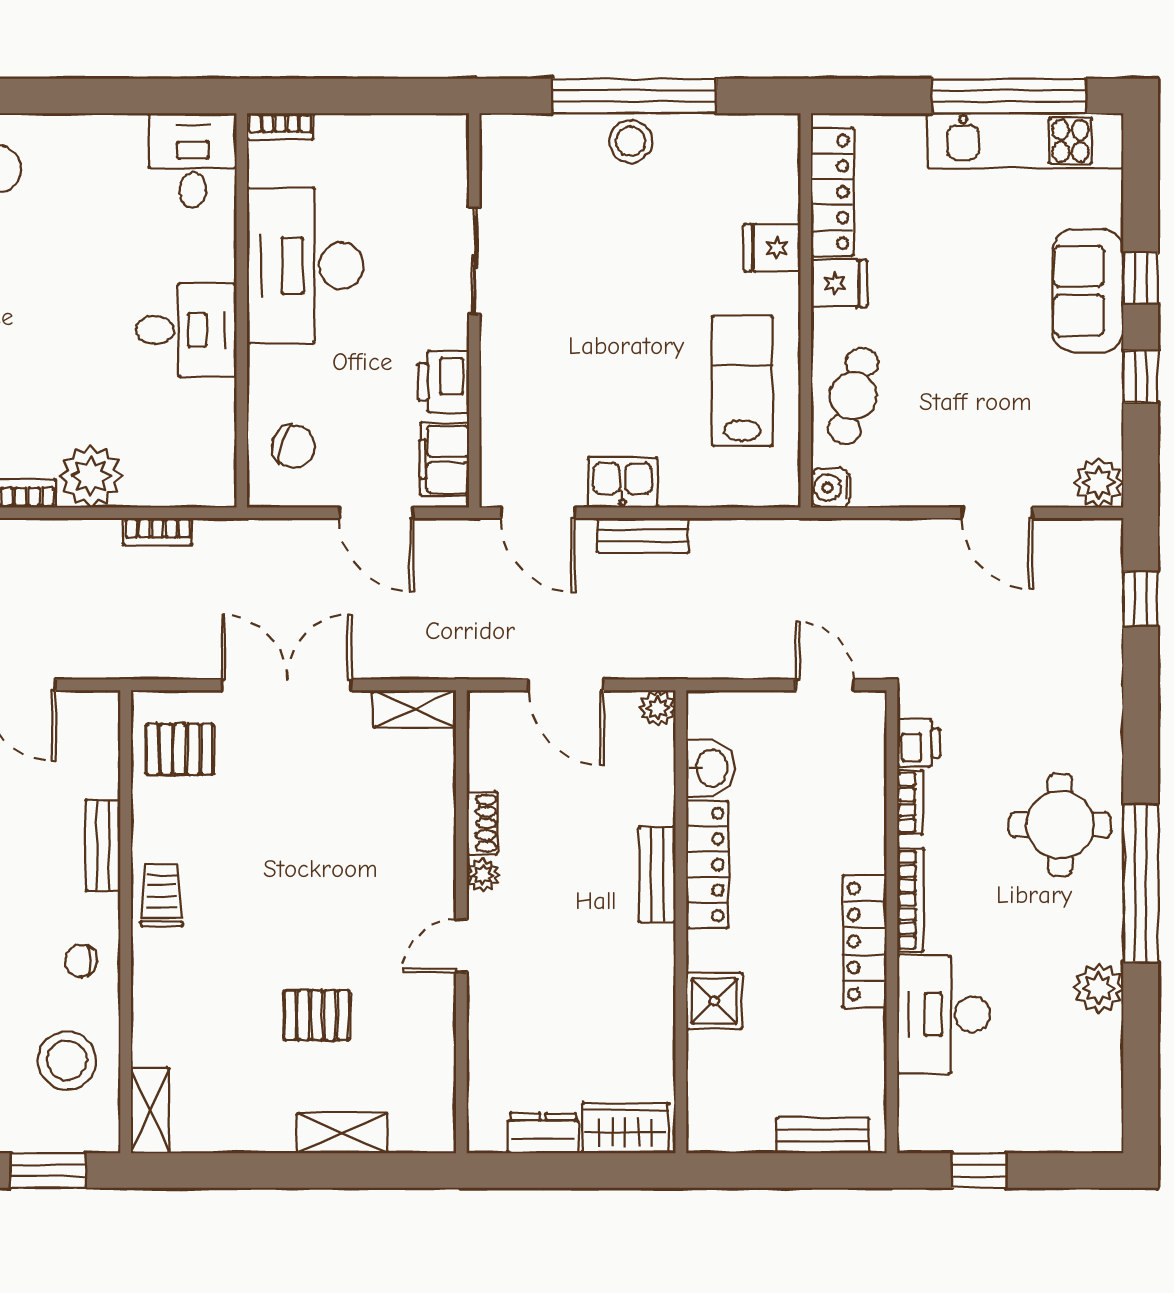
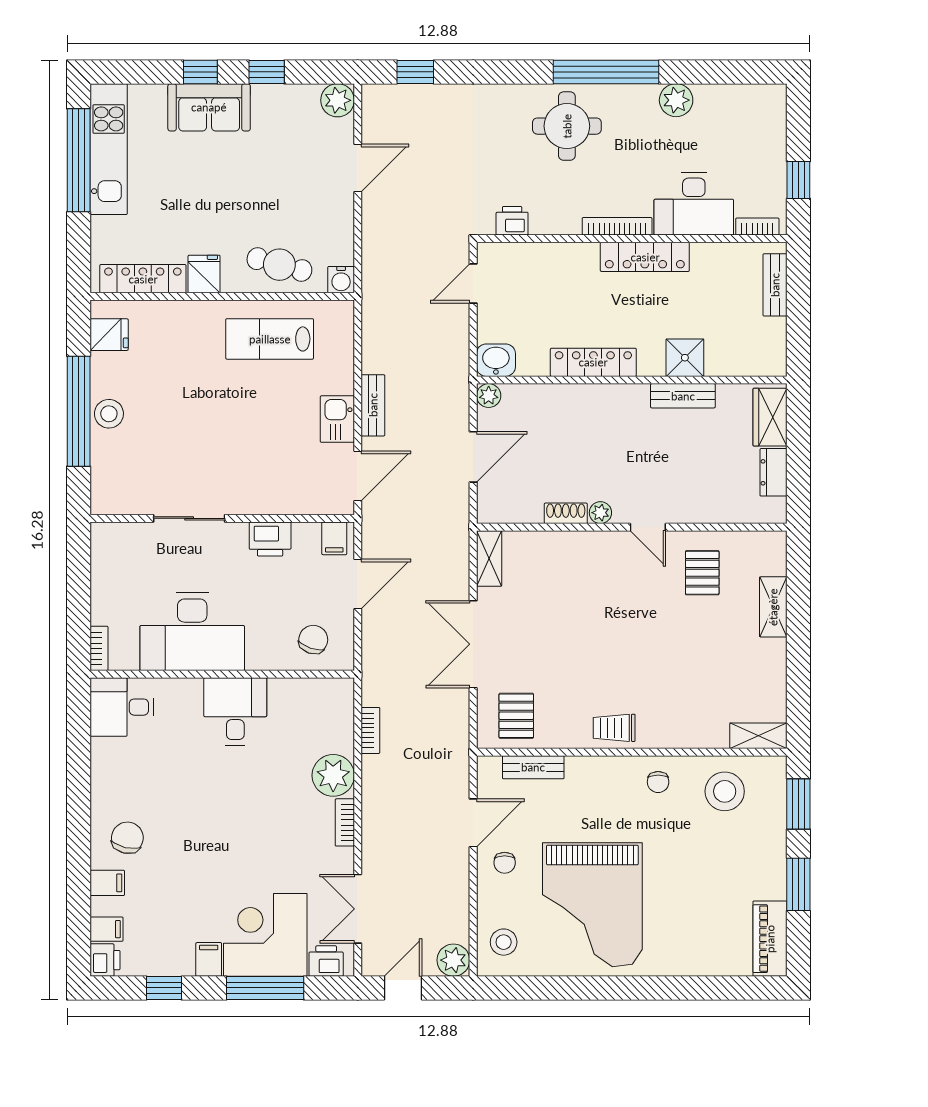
fridge: (772, 248) -> (109, 335), moved, turned -90
filing cabinet: (445, 459) -> (334, 538), width x0.50
washbasin: (711, 768) -> (496, 360), moved
bookcase: (910, 802) -> (757, 227), moved
bench: (103, 845) -> (533, 767), moved
bench: (657, 874) -> (683, 396), moved
pallet: (317, 1015) -> (702, 573), moved

